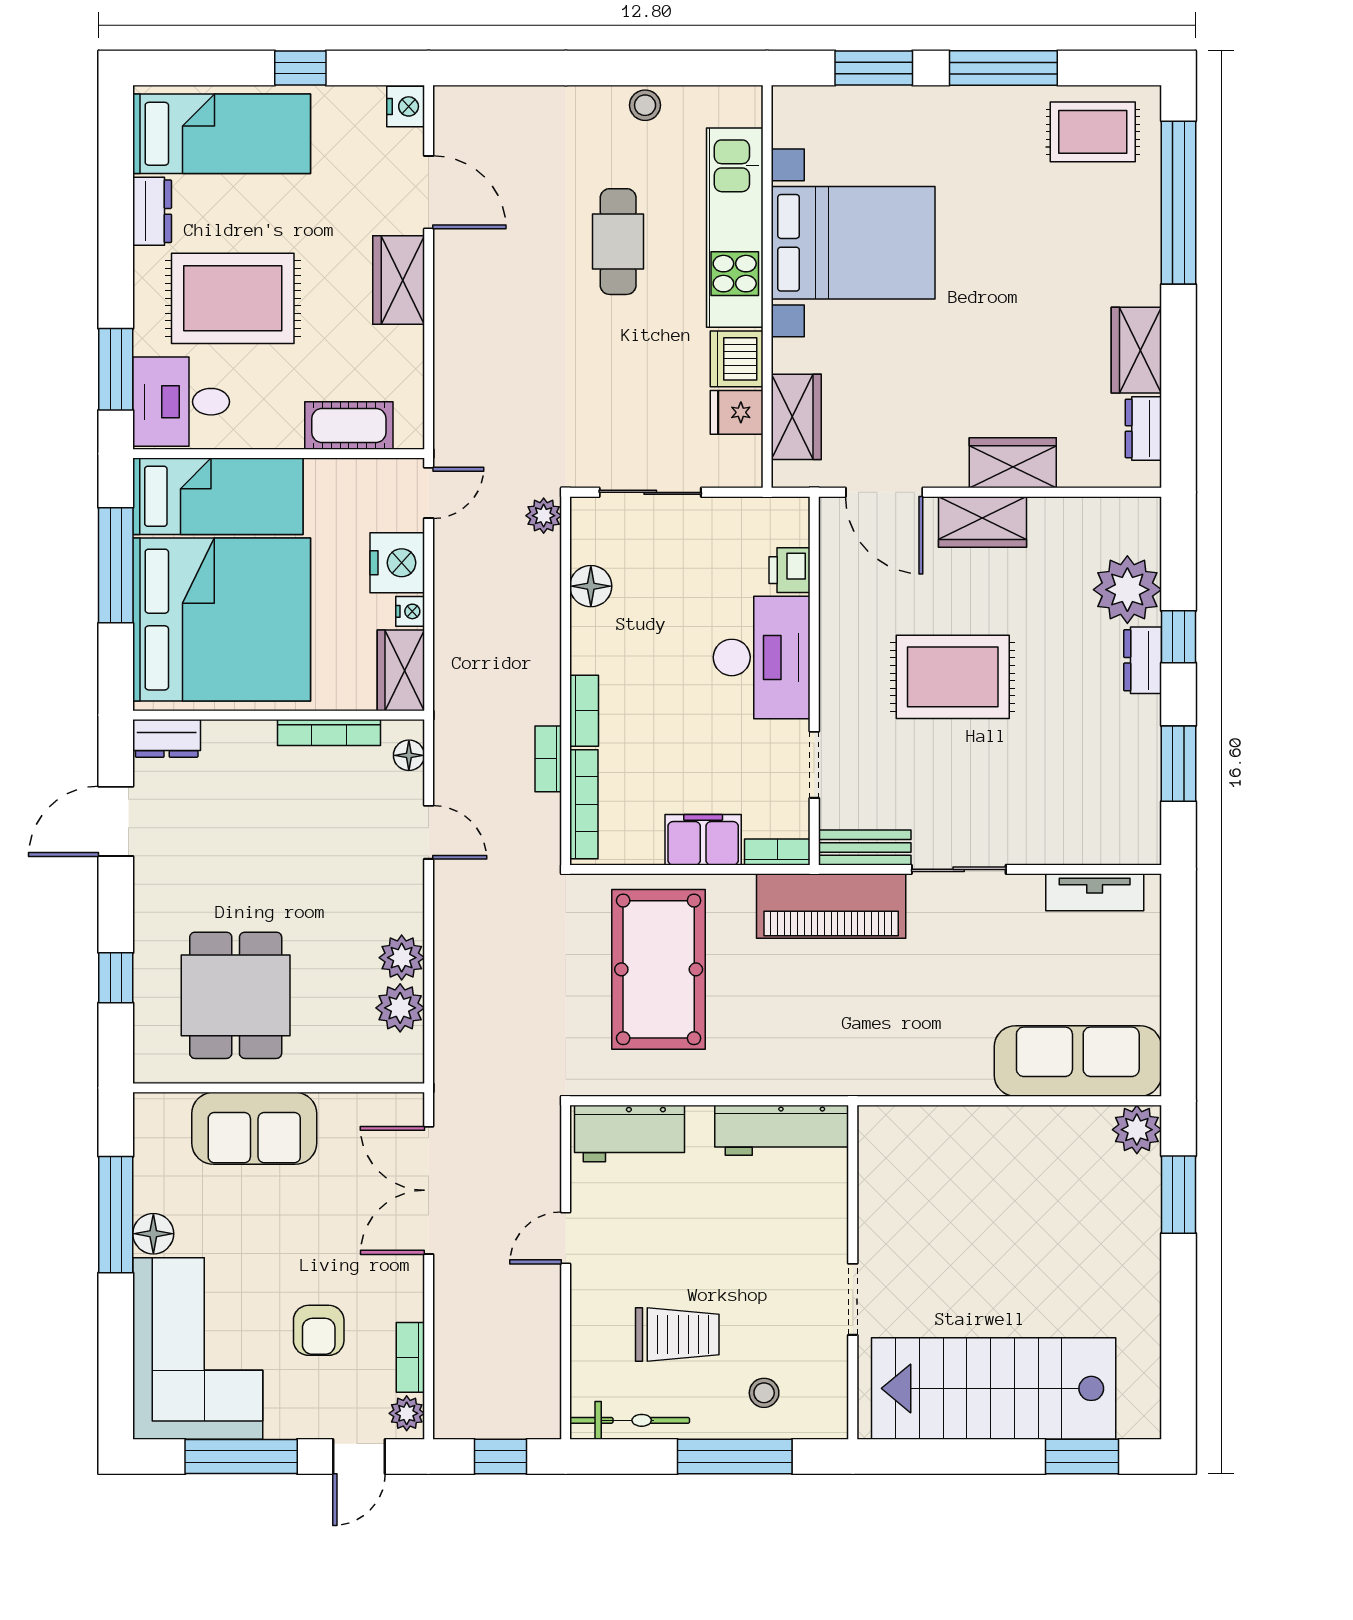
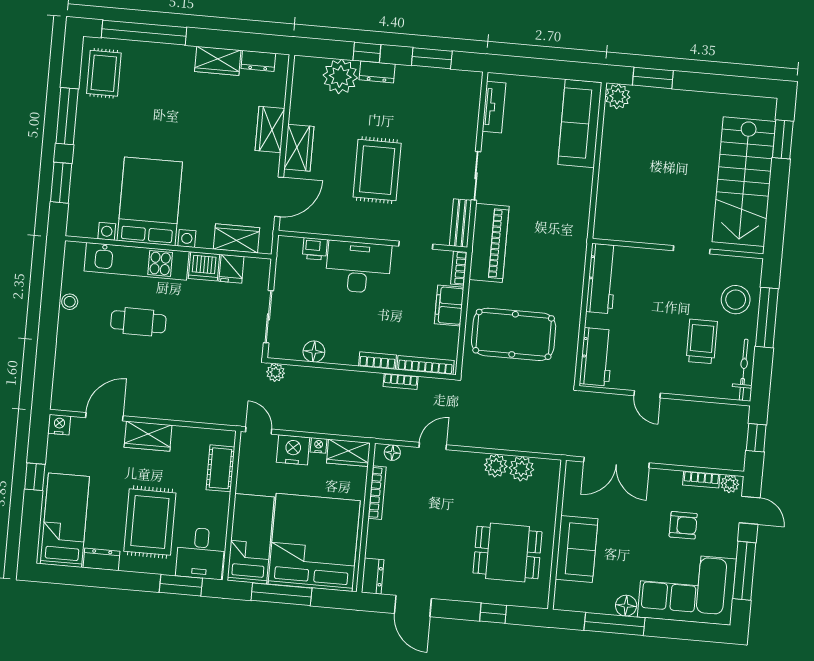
stool: (764, 1393) -> (736, 300), width x1.89, depth x1.89

